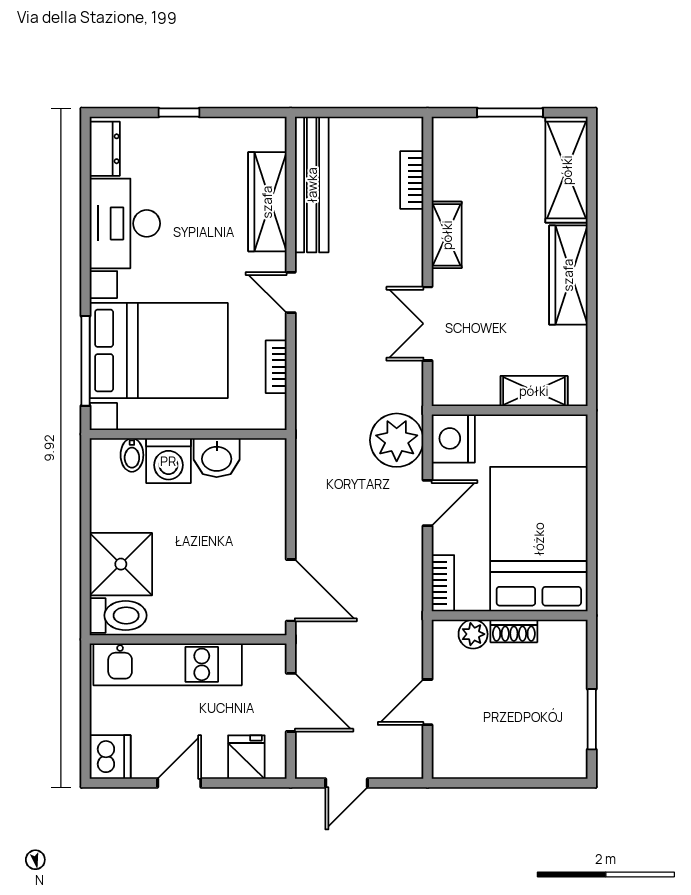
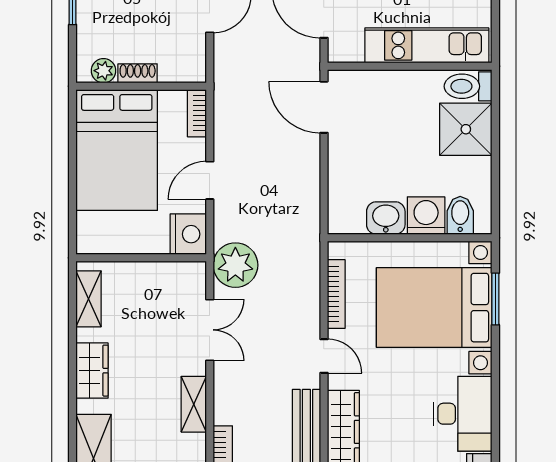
wardrobe: (568, 275) -> (92, 371), width x0.67
window: (85, 361) -> (495, 299), width x0.69
bookcase: (276, 367) -> (336, 294), width x1.56
shelving: (534, 391) -> (89, 299), moved, turned 90
plant: (397, 440) -> (235, 265), moved
bidet: (132, 455) -> (460, 215), width x1.38, depth x1.36
plant: (473, 634) -> (104, 71), moved

